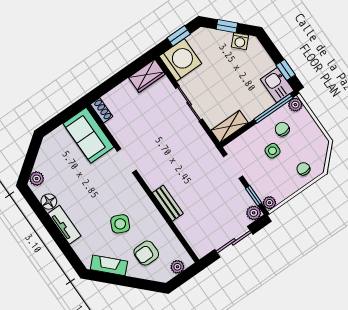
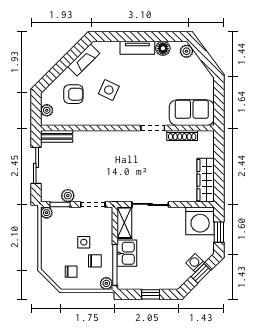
washing machine: (240, 41) -> (195, 263), moved
window: (286, 70) -> (151, 294), moved
wardrobe: (147, 76) -> (206, 180), width x1.50
kitchen sink: (277, 85) -> (127, 253), moved, turned 90
sliding door: (189, 104) -> (150, 204), moved
shoe rack: (102, 110) -> (182, 135), moved, width x1.43
chair: (303, 169) -> (71, 272), moved
bench: (168, 203) -> (57, 136), moved
plant: (254, 213) -> (68, 196), moved
armchair: (146, 253) -> (73, 94), turned 90

